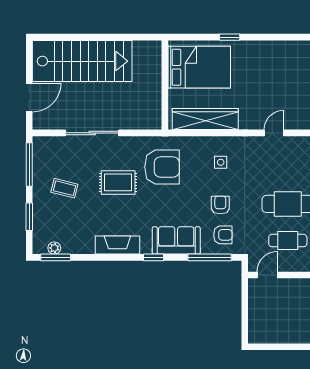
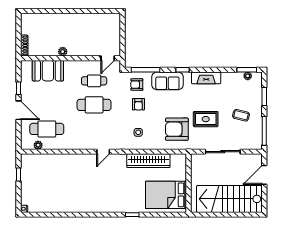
bed: (199, 67) -> (166, 195), moved
wall: (165, 85) -> (189, 183), moved

